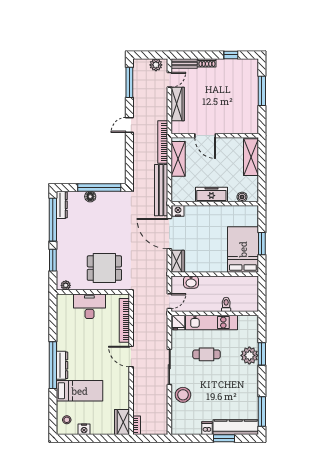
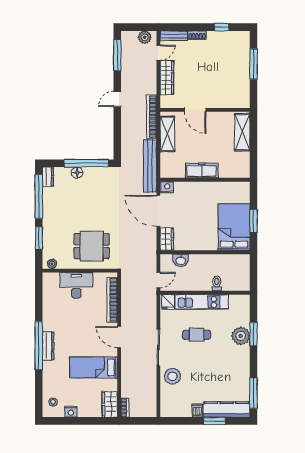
boiler: (242, 197) -> (233, 173), removed
dresser: (62, 205) -> (48, 177), width x0.70
bed: (80, 391) -> (94, 367), moved, turned 180

